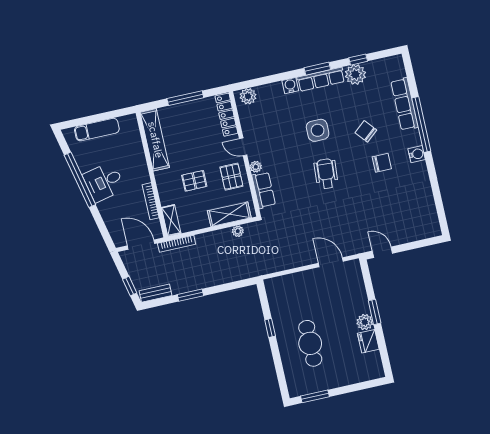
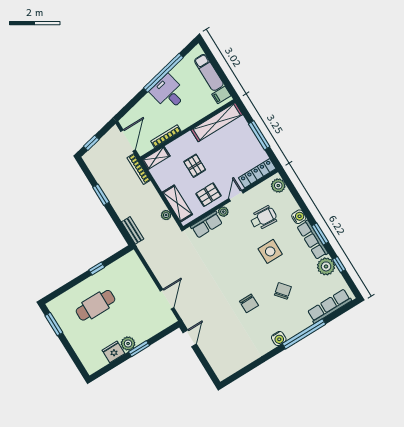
row of seats: (404, 104) -> (329, 306), moved
filing cabinet: (126, 124) -> (221, 95), added
chair: (382, 163) -> (249, 303), moved
wheelchair: (326, 174) -> (263, 218), moved
bench: (156, 293) -> (133, 230), moved

